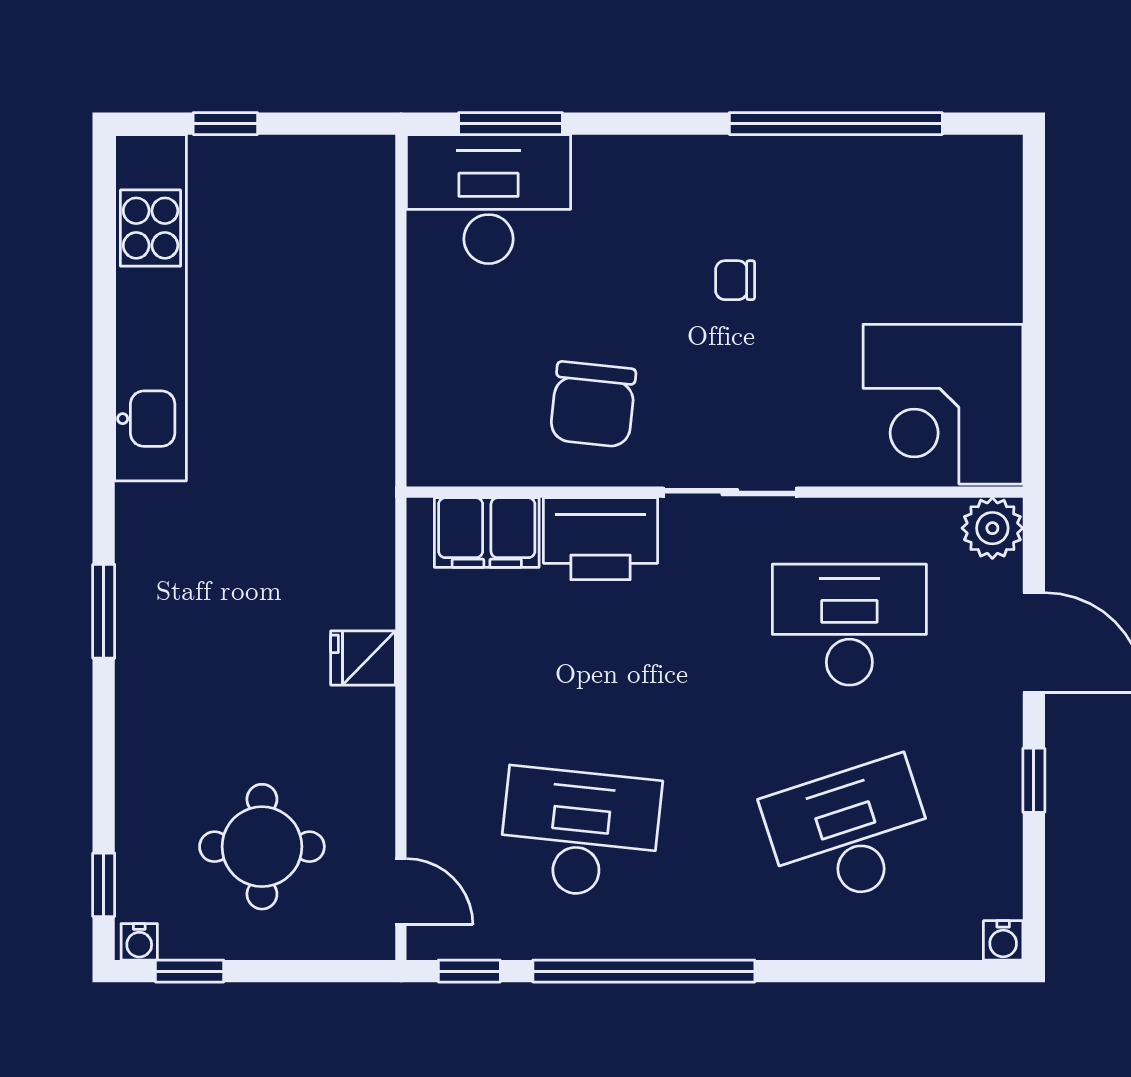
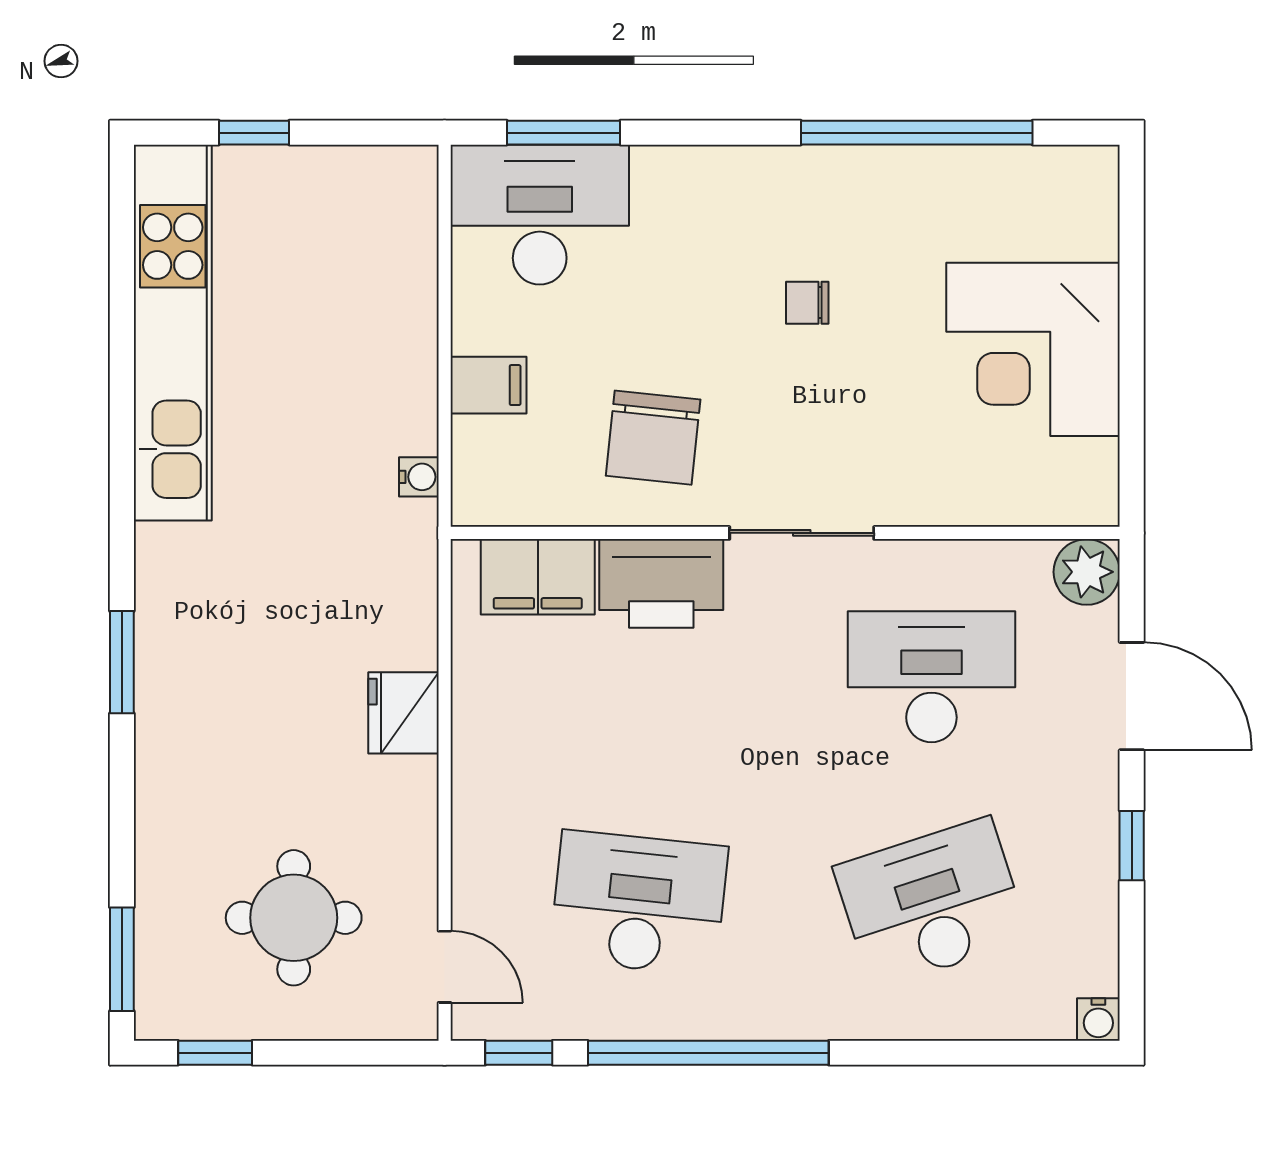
filing cabinet: (441, 356) -> (489, 385), added
corner desk: (943, 404) -> (1033, 349), moved
fridge: (363, 658) -> (403, 713), width x1.38
window: (104, 885) -> (122, 959), width x1.50
water cooler: (139, 942) -> (419, 477), moved, turned -90

